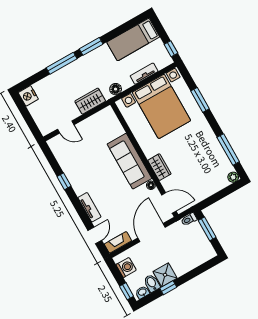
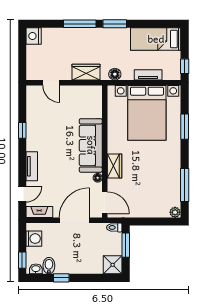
shower: (165, 275) -> (113, 265), moved

